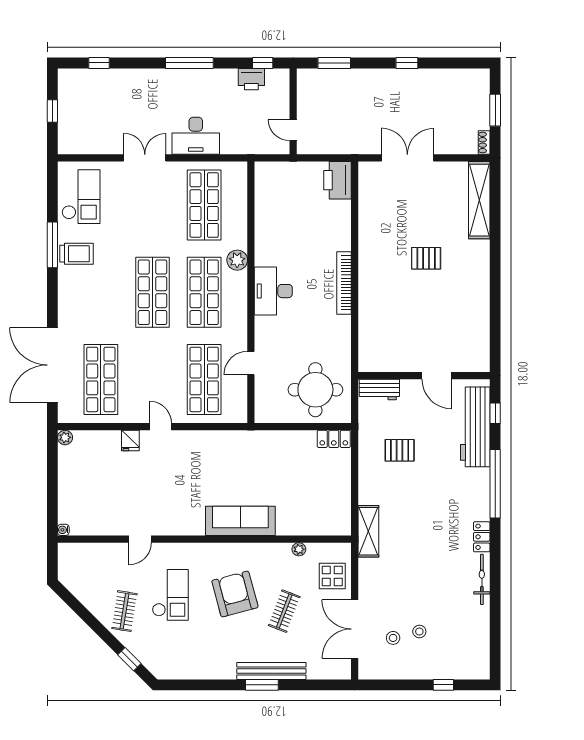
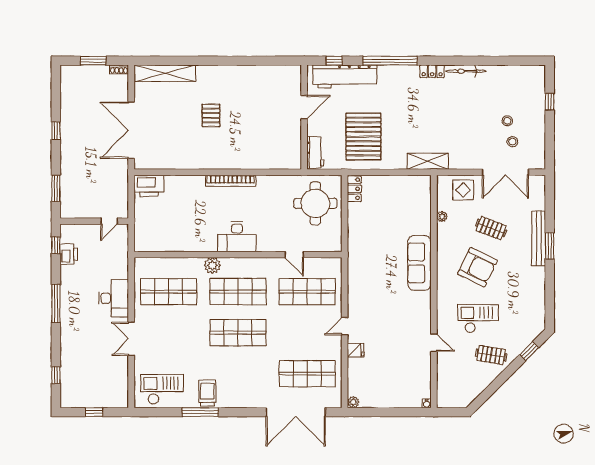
double door: (407, 158) -> (131, 130), width x1.36
pallet: (400, 450) -> (363, 137), width x2.05, depth x2.00
armchair: (235, 594) -> (477, 267), turned -139

